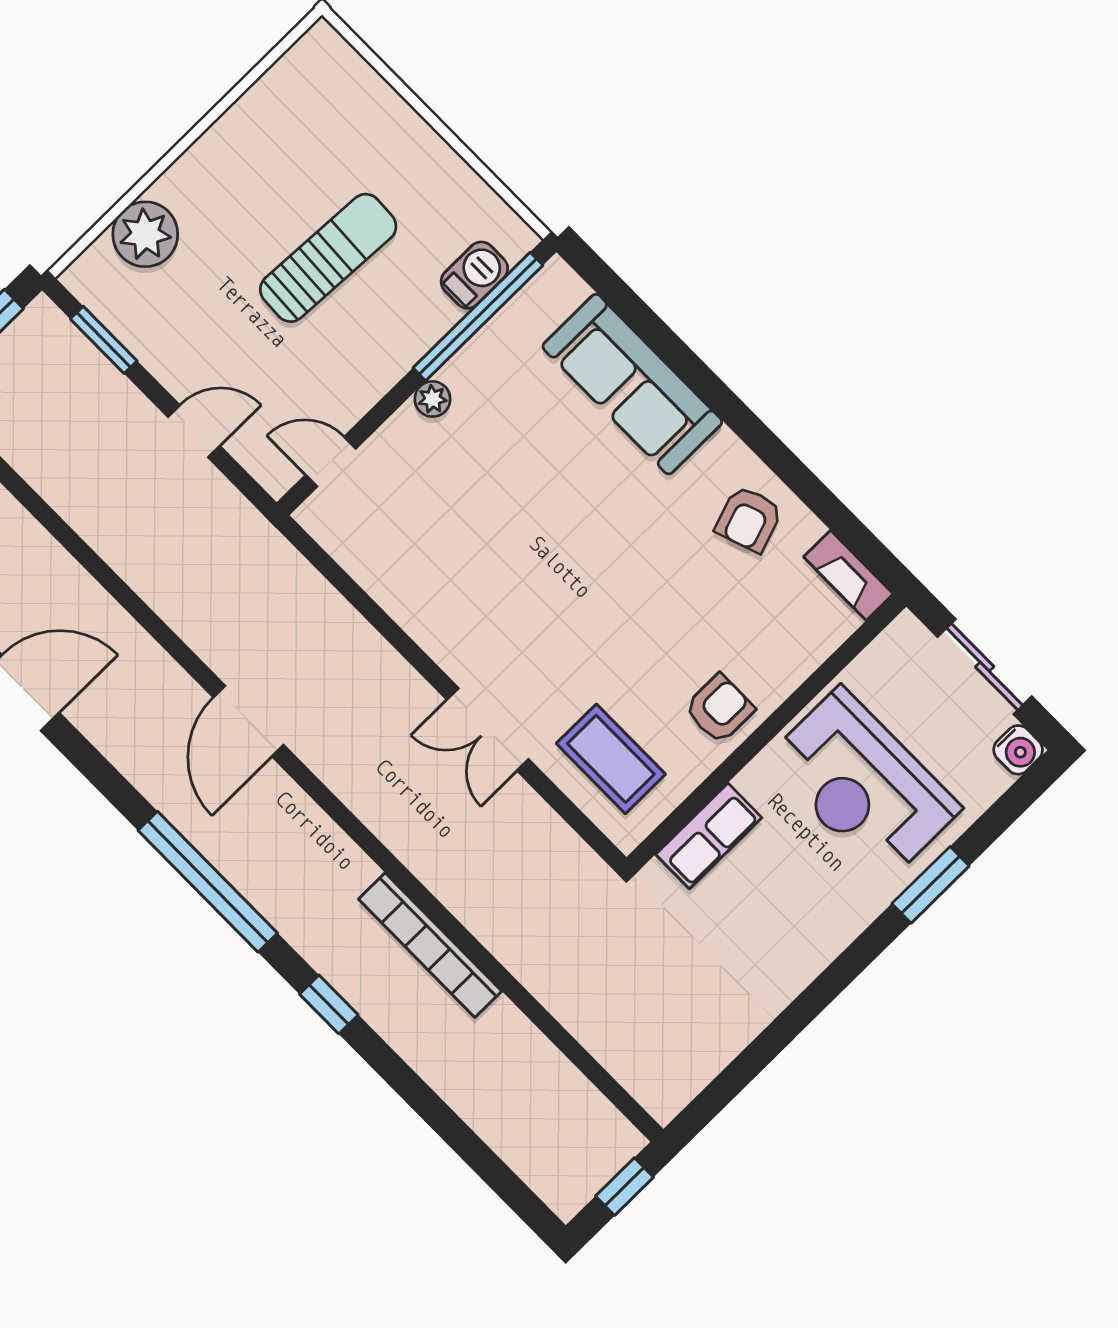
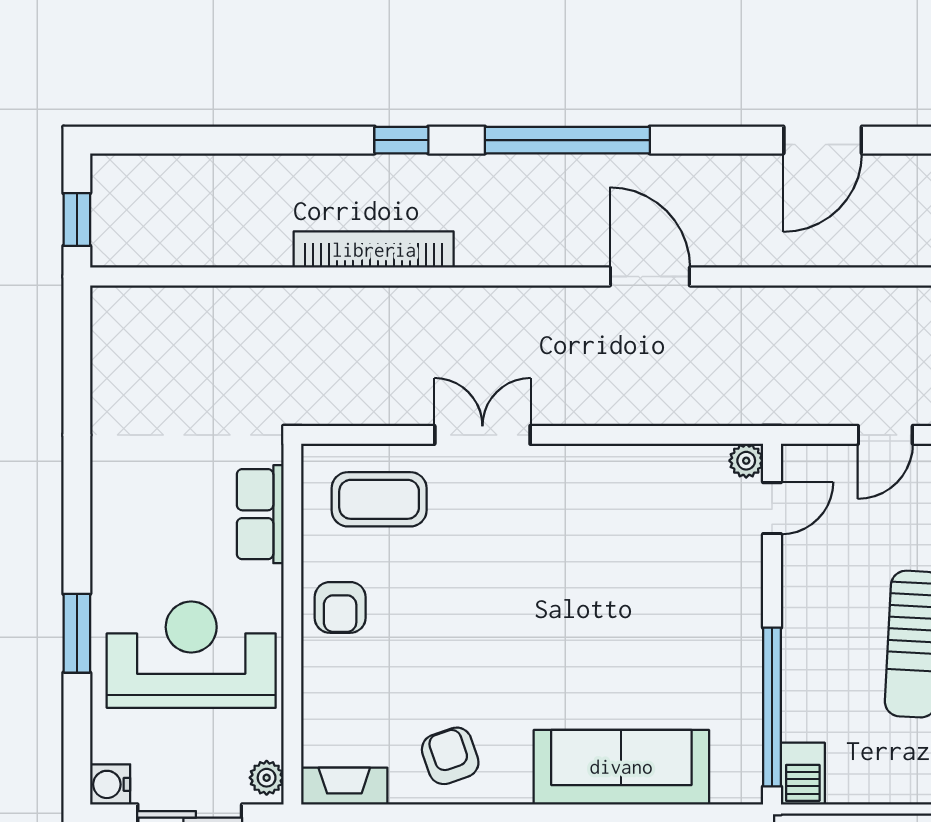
barbecue: (474, 275) -> (803, 774), moved
plant: (432, 399) -> (746, 461), moved
plant: (899, 639) -> (267, 778), added

